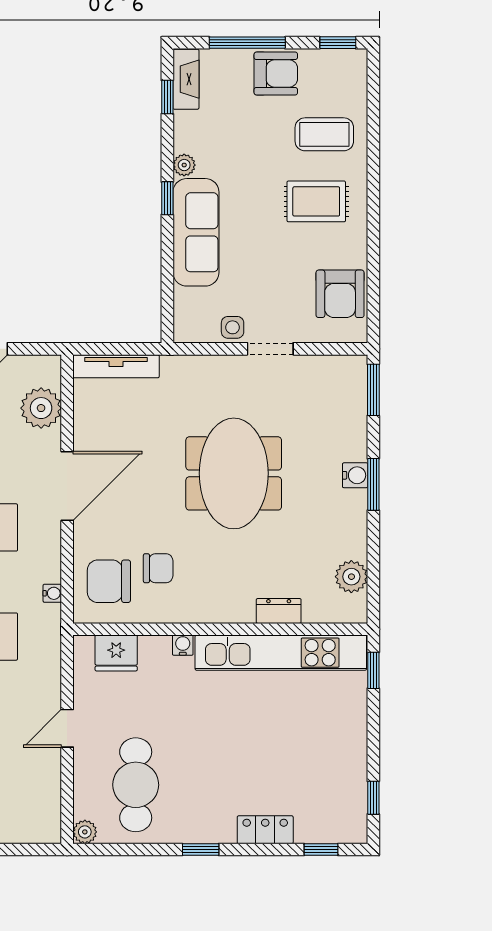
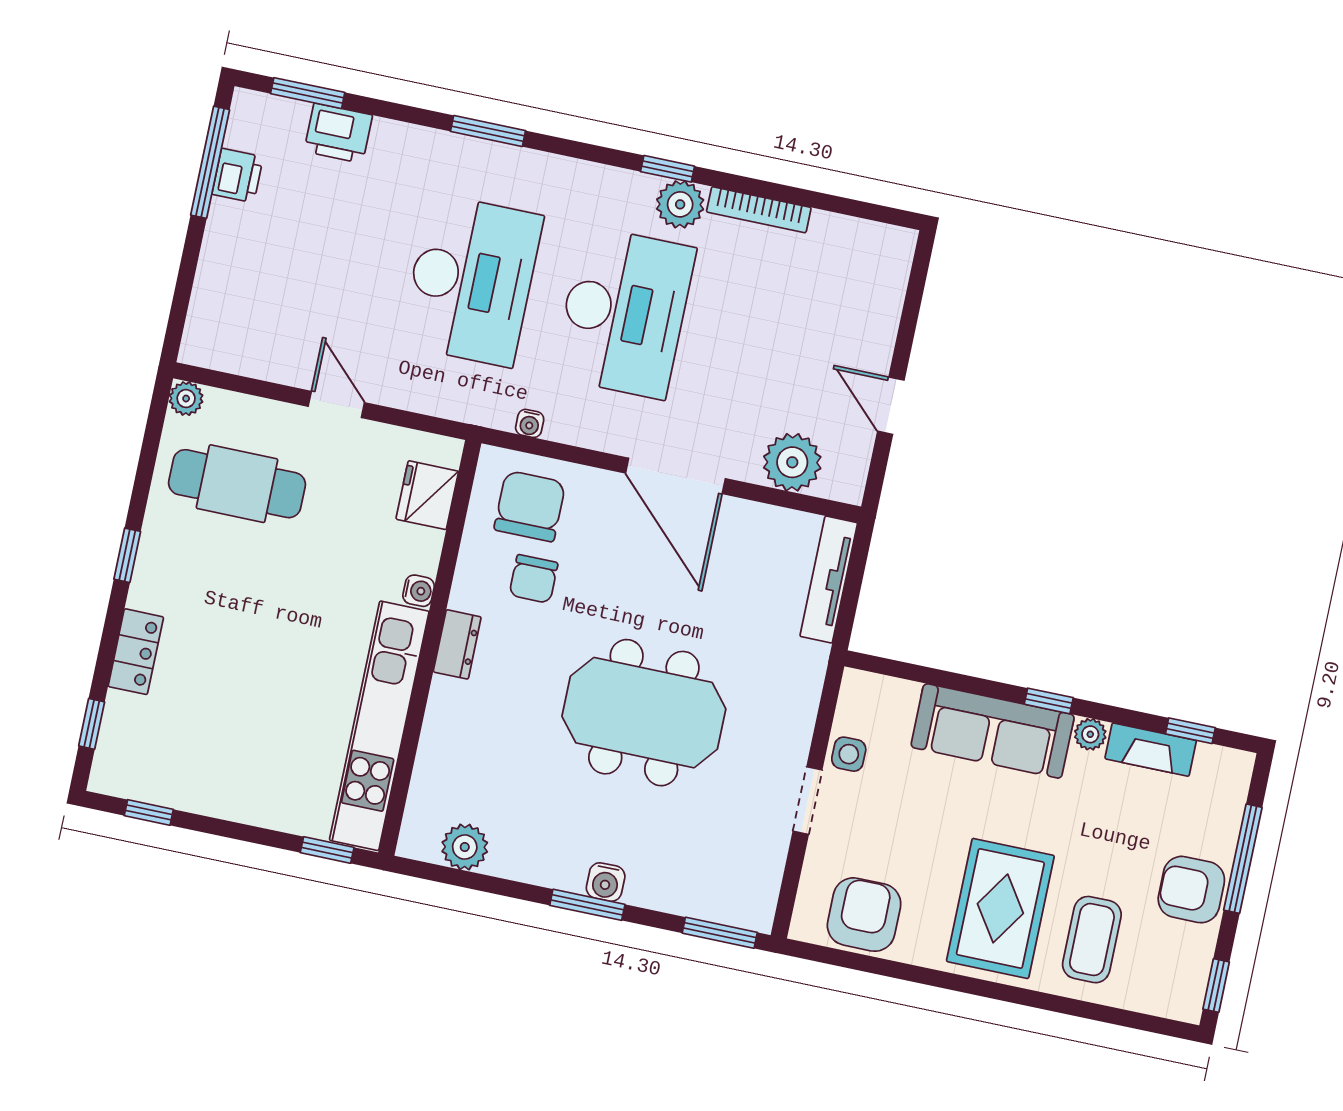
armchair: (276, 74) -> (1191, 890), turned 90
fireplace: (186, 79) -> (1151, 750), moved
rug: (316, 201) -> (1000, 908), width x1.36, depth x1.43
armchair: (340, 294) -> (864, 915), turned 90
dresser: (279, 611) -> (457, 644), moved

